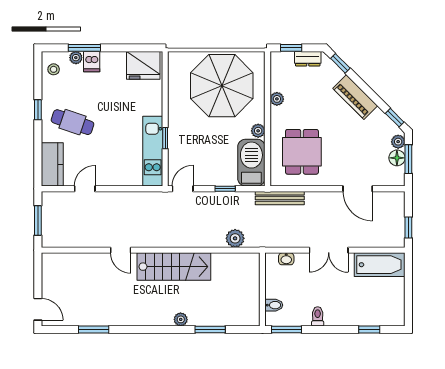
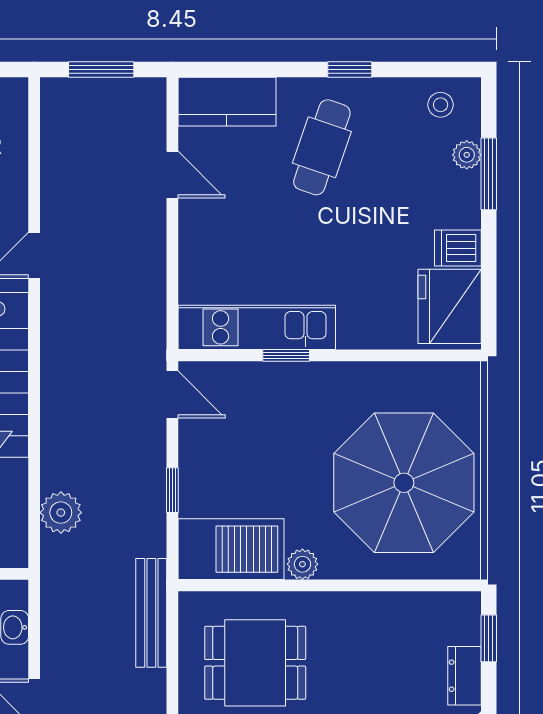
dishwasher: (92, 62) -> (458, 248), moved
plant: (277, 99) -> (374, 606), removed

